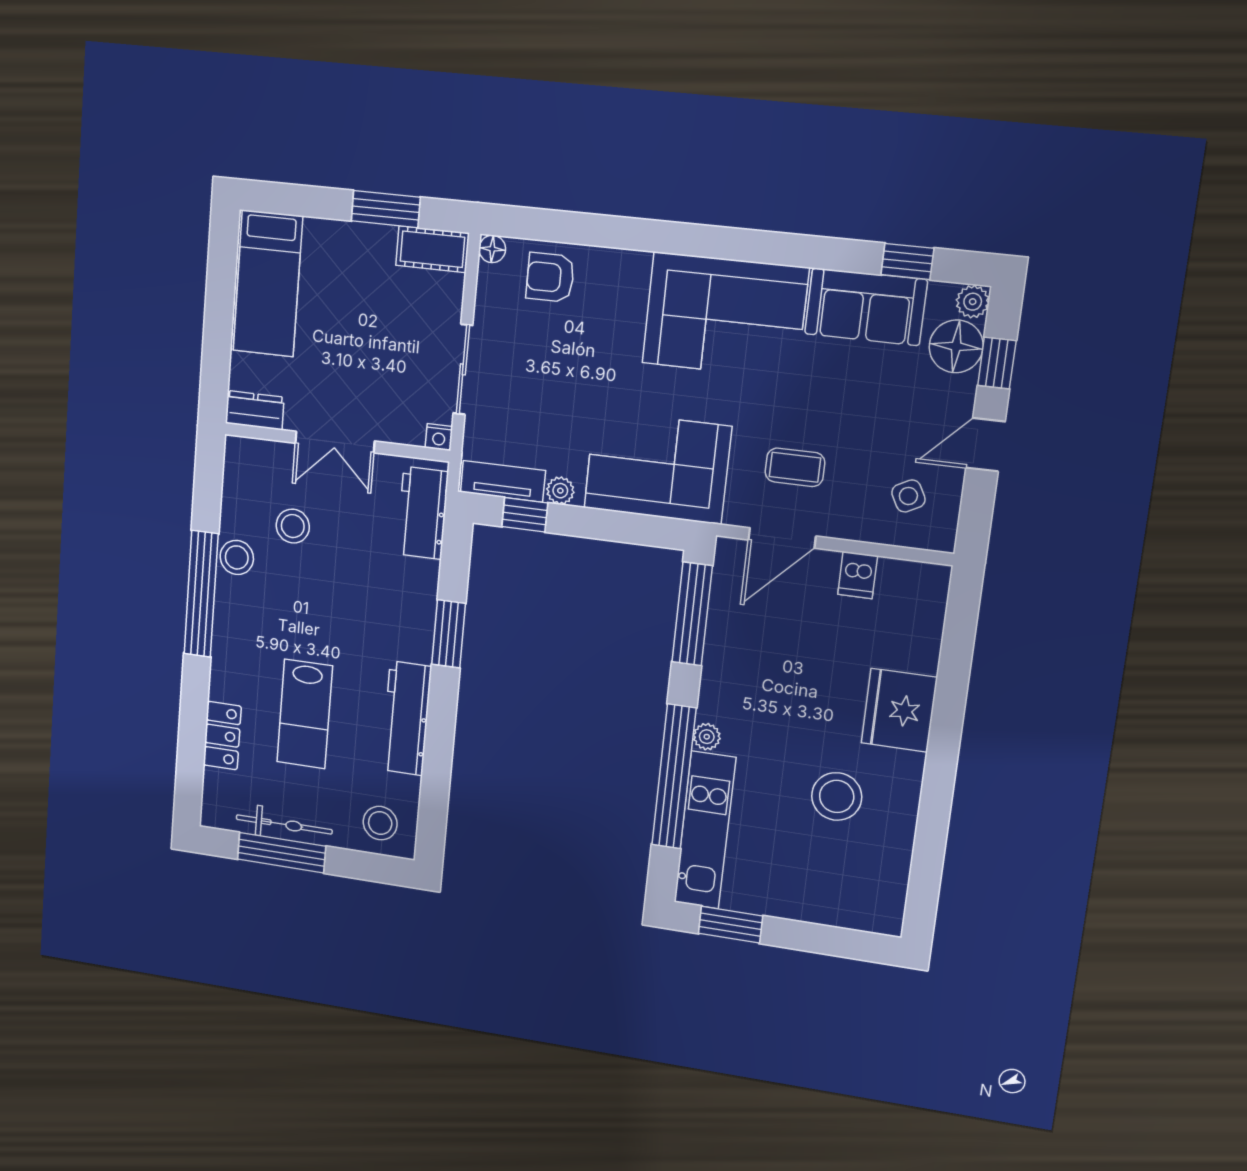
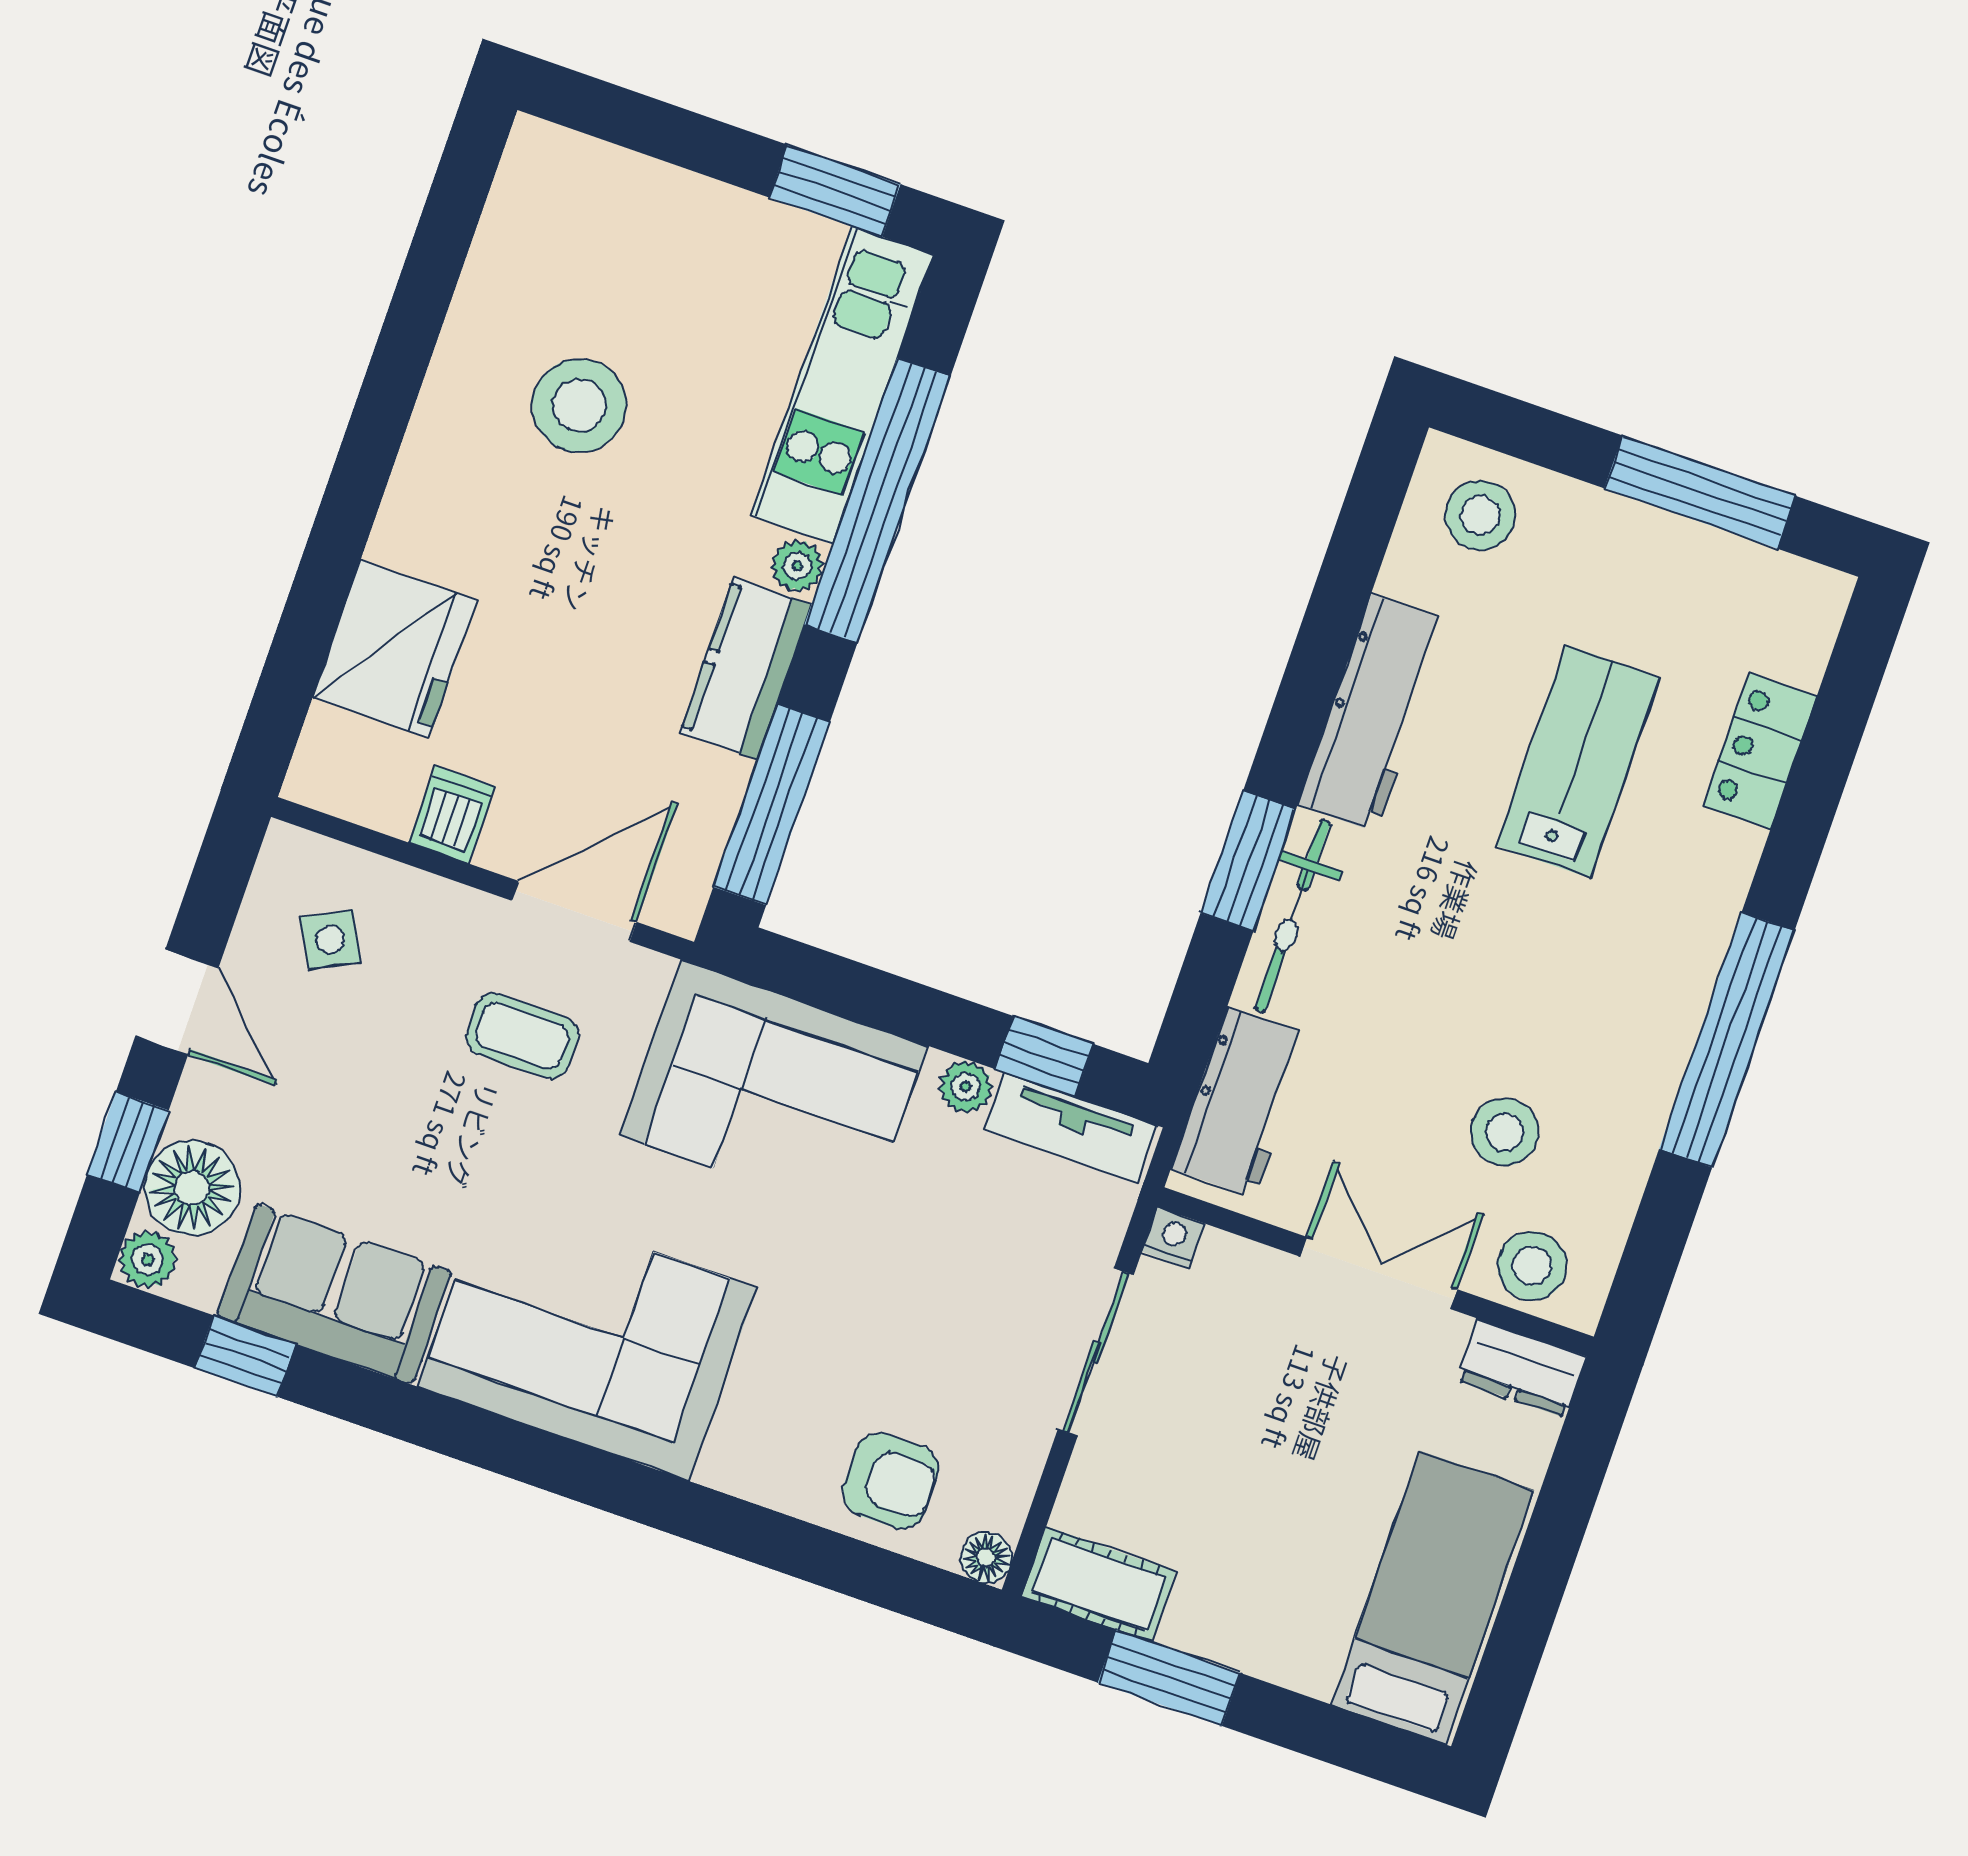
door: (985, 445) -> (177, 1002), hinge flipped
stool: (237, 557) -> (1532, 1266), moved
kitchen counter: (721, 680) -> (746, 669), added
fridge: (899, 710) -> (395, 649), moved
bicycle: (284, 824) -> (1293, 916), moved, turned -90

